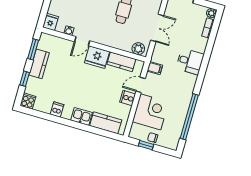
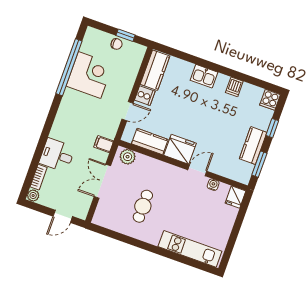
desk: (190, 61) -> (57, 155), moved
filing cabinet: (155, 68) -> (104, 144), moved
corner desk: (150, 112) -> (90, 75), moved, turned 180
kitchen counter: (106, 123) -> (155, 70), moved, turned -90

